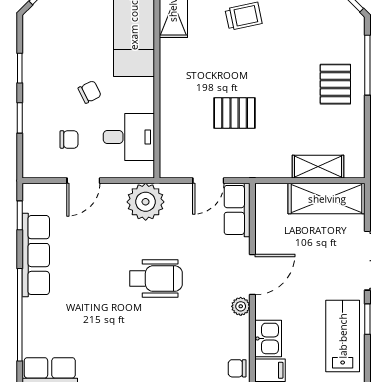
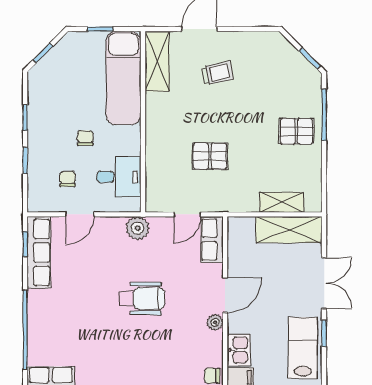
pallet: (335, 84) -> (297, 131), turned 90
chair: (90, 92) -> (85, 138), turned -64
chair: (69, 139) -> (68, 179), turned -90
plant: (146, 202) -> (138, 228), width x0.73, depth x0.73
row of seats: (36, 255) -> (39, 252), moved

